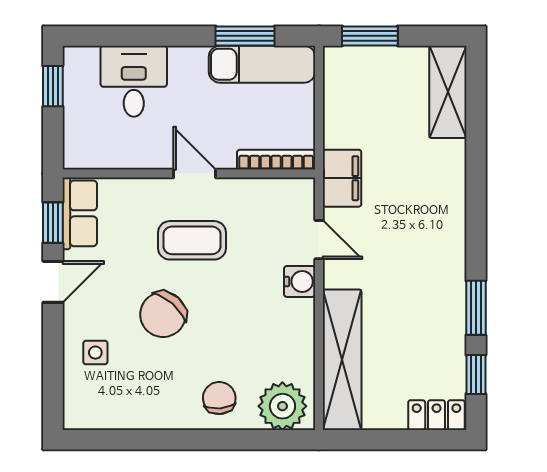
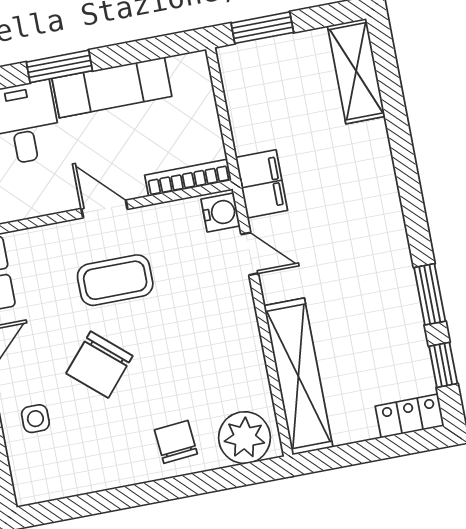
window: (245, 36) -> (59, 66), moved
exam couch: (262, 64) -> (112, 87), moved
water cooler: (300, 281) -> (221, 213), moved

